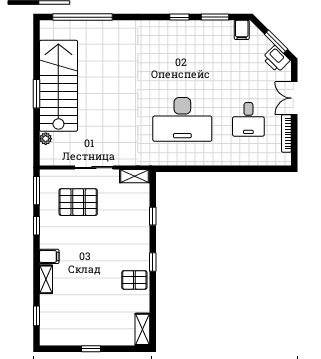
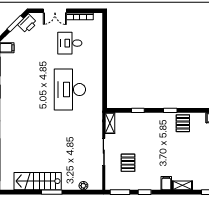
stairs: (58, 86) -> (38, 181), width x0.73, depth x0.66
desk: (182, 119) -> (70, 90), turned 180
desk: (248, 119) -> (70, 43), turned 180
pallet: (78, 202) -> (128, 163), width x0.67, depth x0.71

